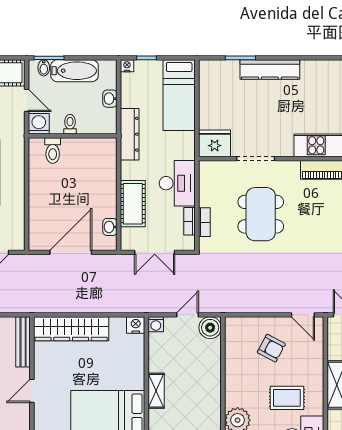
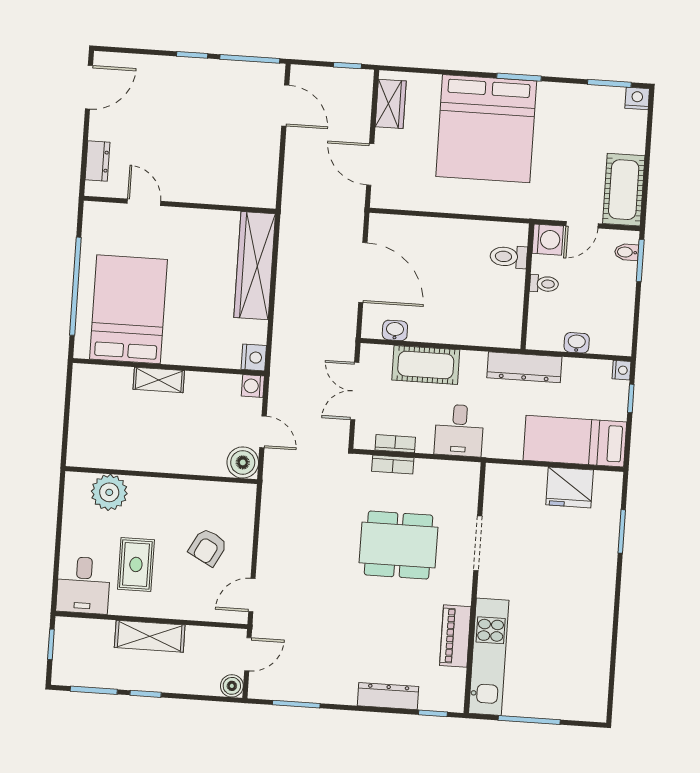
kitchen counter: (270, 69) -> (602, 572), removed
bathtub: (75, 71) -> (619, 295), removed
fridge: (215, 143) -> (570, 487), moved, turned 90
desk: (177, 183) -> (459, 430), width x0.73
bench: (23, 342) -> (241, 196), removed
door: (32, 391) -> (144, 202), moved

